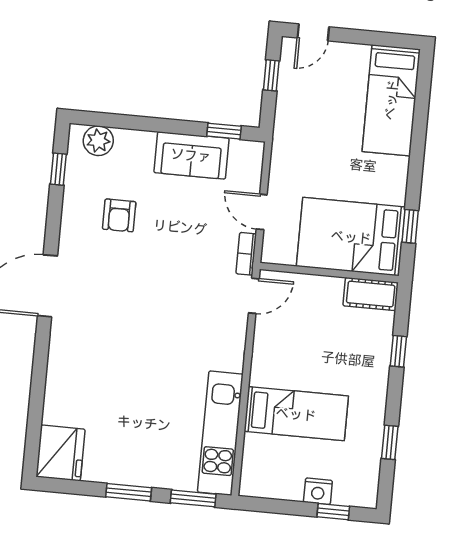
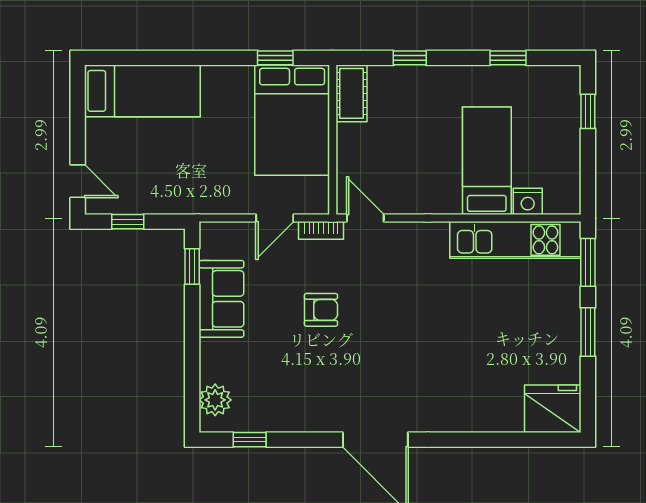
armchair: (119, 215) -> (321, 310), moved
nightstand: (318, 491) -> (528, 201), moved, turned 90

